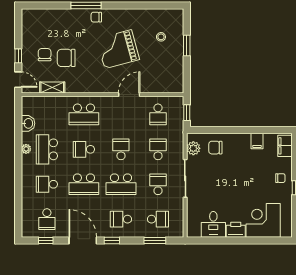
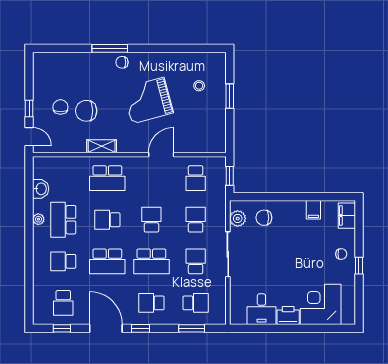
shelving: (52, 88) -> (102, 146), moved

